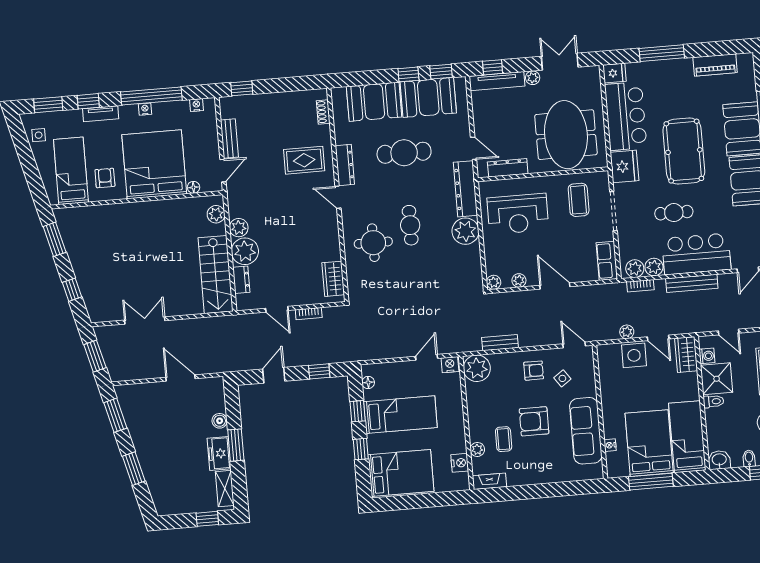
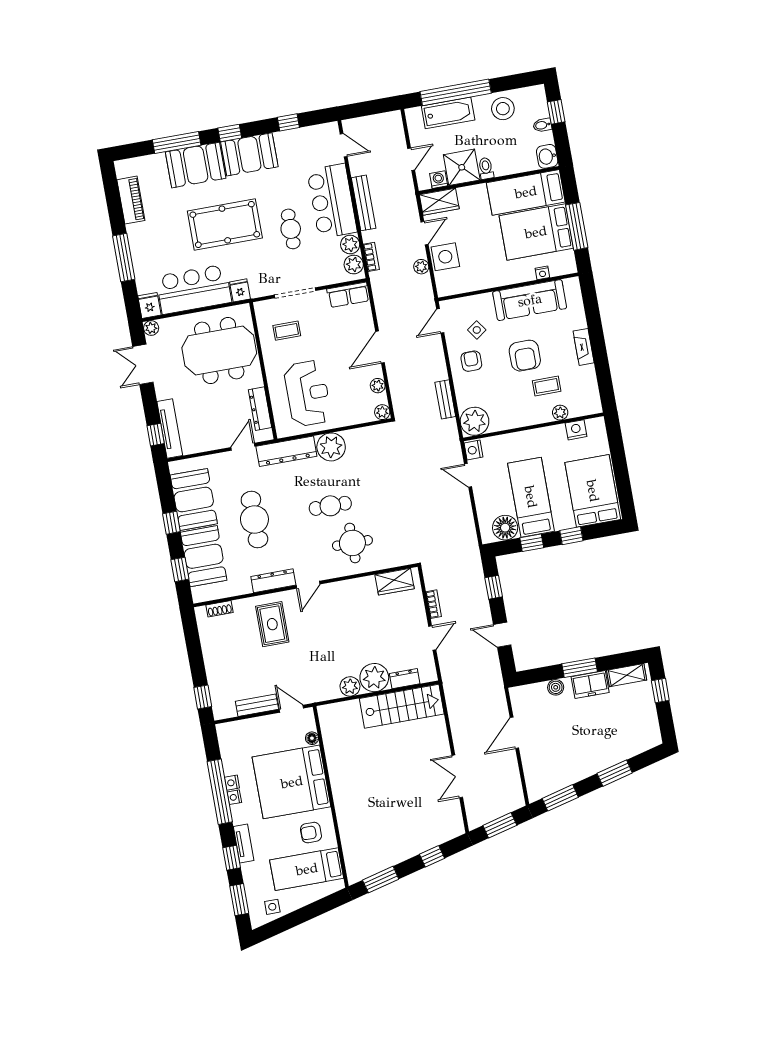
window: (441, 72) -> (180, 569), moved
plant: (533, 78) -> (151, 328), moved
nightstand: (196, 105) -> (232, 783), moved
fridge: (624, 166) -> (240, 290), width x0.53, depth x0.75
coffee table: (579, 200) -> (287, 331), width x0.73, depth x0.77
plant: (216, 214) -> (338, 712), removed
floor lamp: (368, 382) -> (505, 528), width x1.89, depth x1.89
fireplace: (490, 481) -> (584, 347), moved

